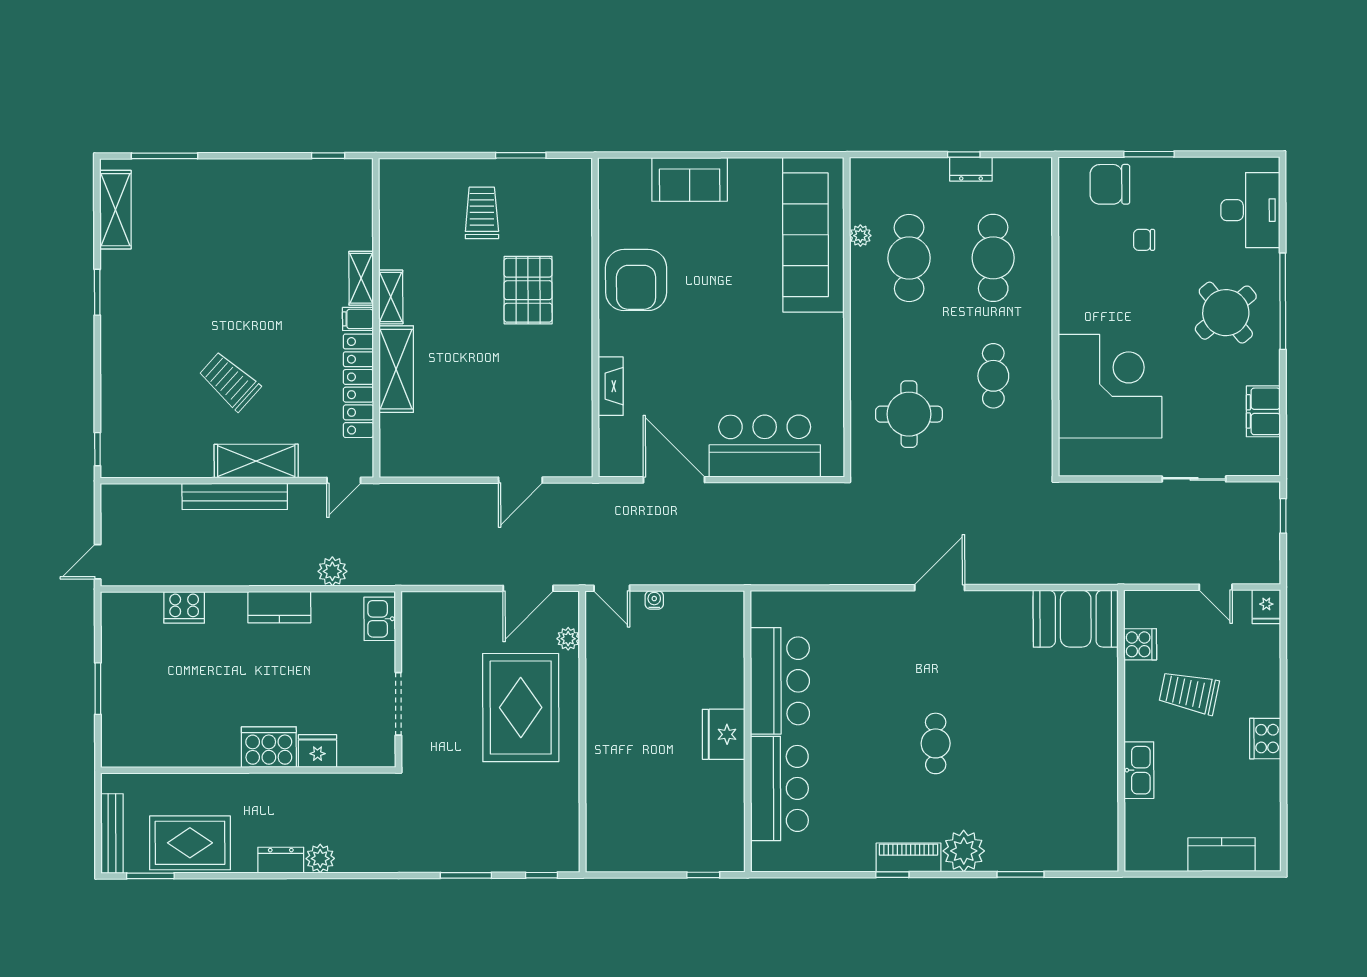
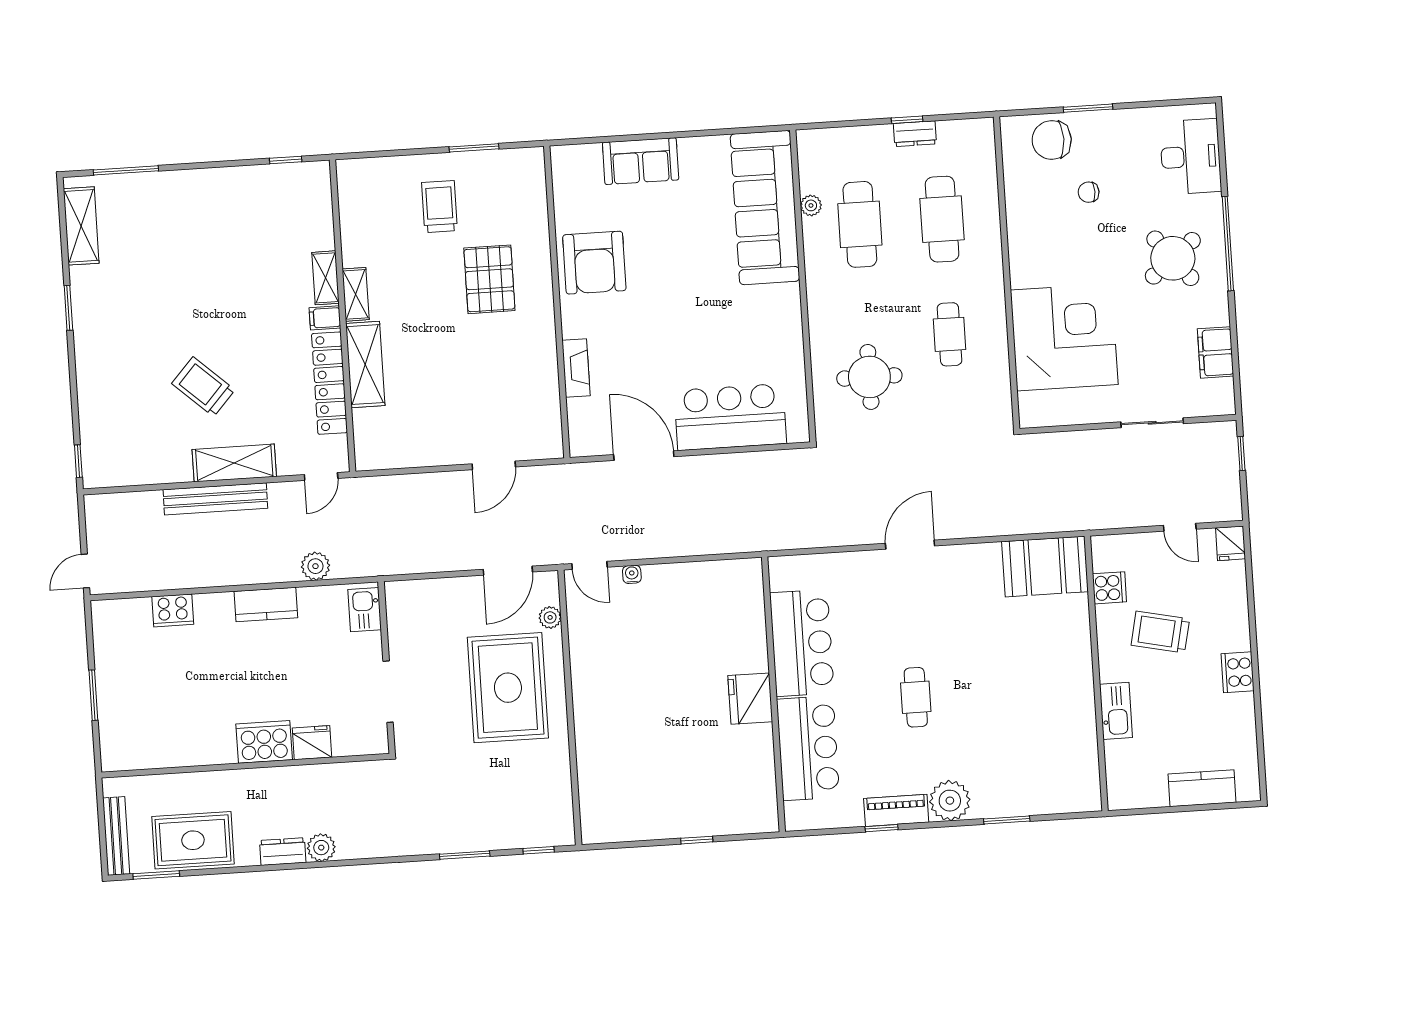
bar counter: (780, 681) -> (802, 643), moved
wall: (748, 731) -> (773, 694), moved
fridge: (724, 734) -> (750, 699), moved
bar counter: (779, 788) -> (808, 748), moved

